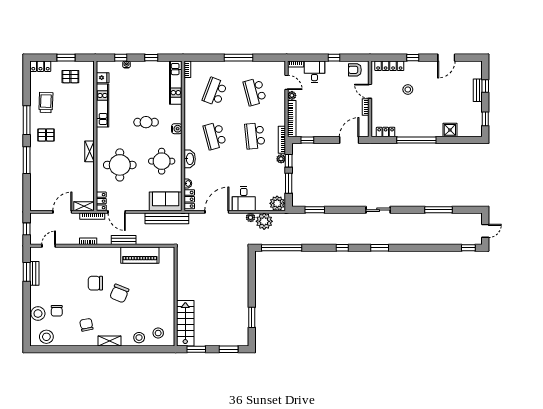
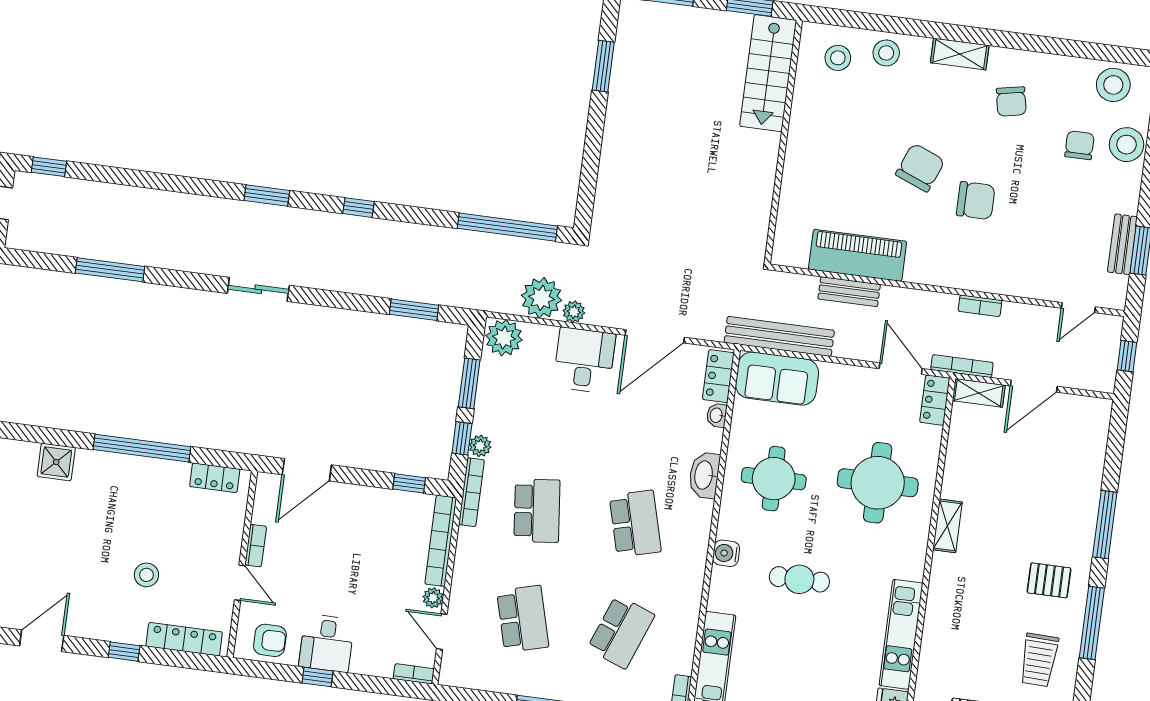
desk: (314, 72) -> (327, 643), moved
bench: (124, 240) -> (849, 292), moved

